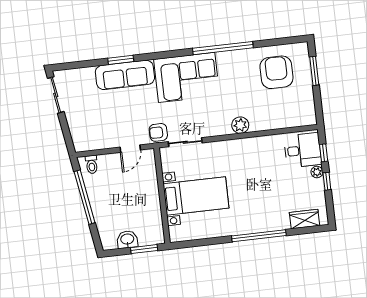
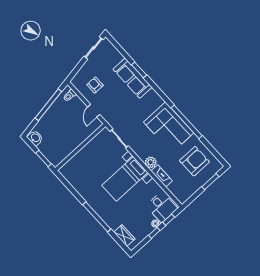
corner sofa: (187, 77) -> (169, 128), moved
fireplace: (266, 124) -> (162, 176), added
armchair: (158, 132) -> (95, 85), moved
door: (130, 149) -> (94, 111), hinge flipped
bed with nightstands: (196, 196) -> (125, 179), moved, turned 90
washbasin: (127, 240) -> (35, 138), moved

